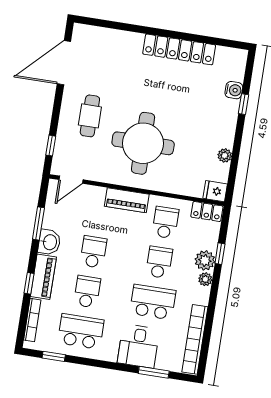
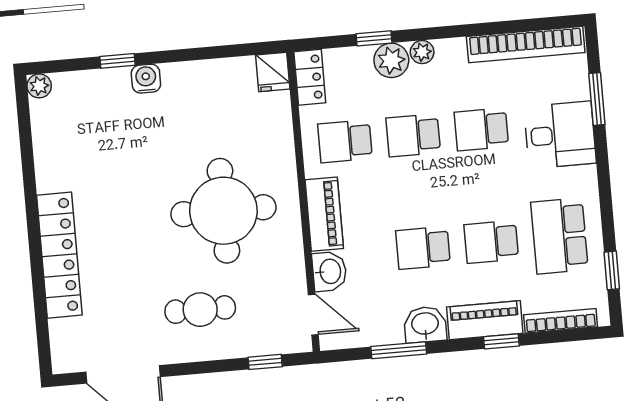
locker: (179, 49) -> (59, 255), moved
water cooler: (234, 90) -> (146, 79), moved
plant: (225, 155) -> (39, 86), moved
washbasin: (93, 195) -> (329, 271), added
school desk: (153, 302) -> (481, 129), width x0.54

